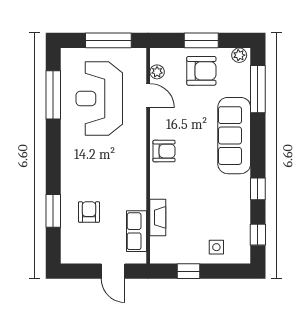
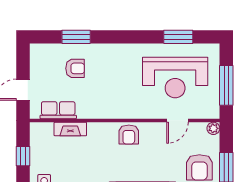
plant: (157, 72) -> (213, 128), moved
window: (53, 95) -> (178, 37), width x0.69
reception desk: (99, 98) -> (175, 77), turned 180

